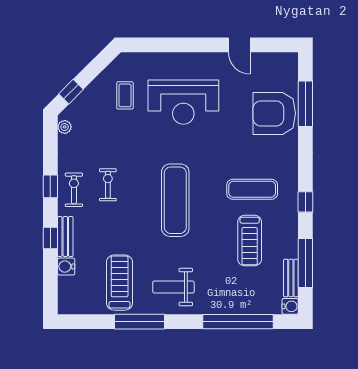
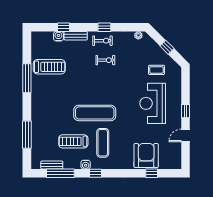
window: (197, 45) -> (185, 111), added
window: (71, 92) -> (167, 47), moved
window: (305, 104) -> (152, 173), width x0.46
exercise mat: (175, 200) -> (95, 113), moved
window: (50, 238) -> (63, 27), moved
weight bench: (173, 287) -> (47, 98), removed
water cooler: (290, 306) -> (86, 165), moved
window: (238, 322) -> (27, 135), width x0.68

